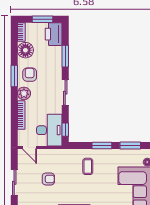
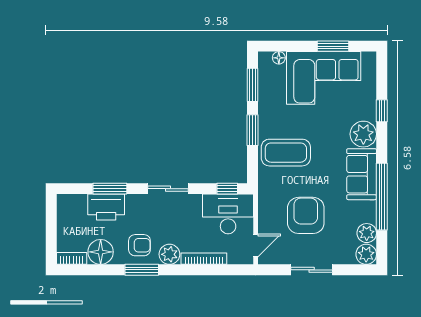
window: (43, 19) -> (51, 225), removed
printer: (54, 34) -> (106, 207), moved
armchair: (30, 75) -> (139, 245), turned 180
coffee table: (88, 166) -> (286, 153), width x1.86, depth x1.72
armchair: (48, 179) -> (306, 215), width x1.88, depth x1.88

